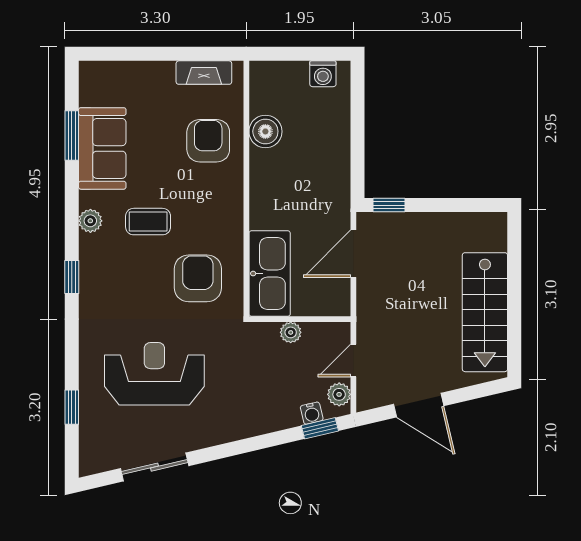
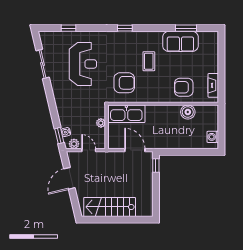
armchair: (208, 141) -> (184, 87), turned 180
plant: (90, 221) -> (149, 36), removed

